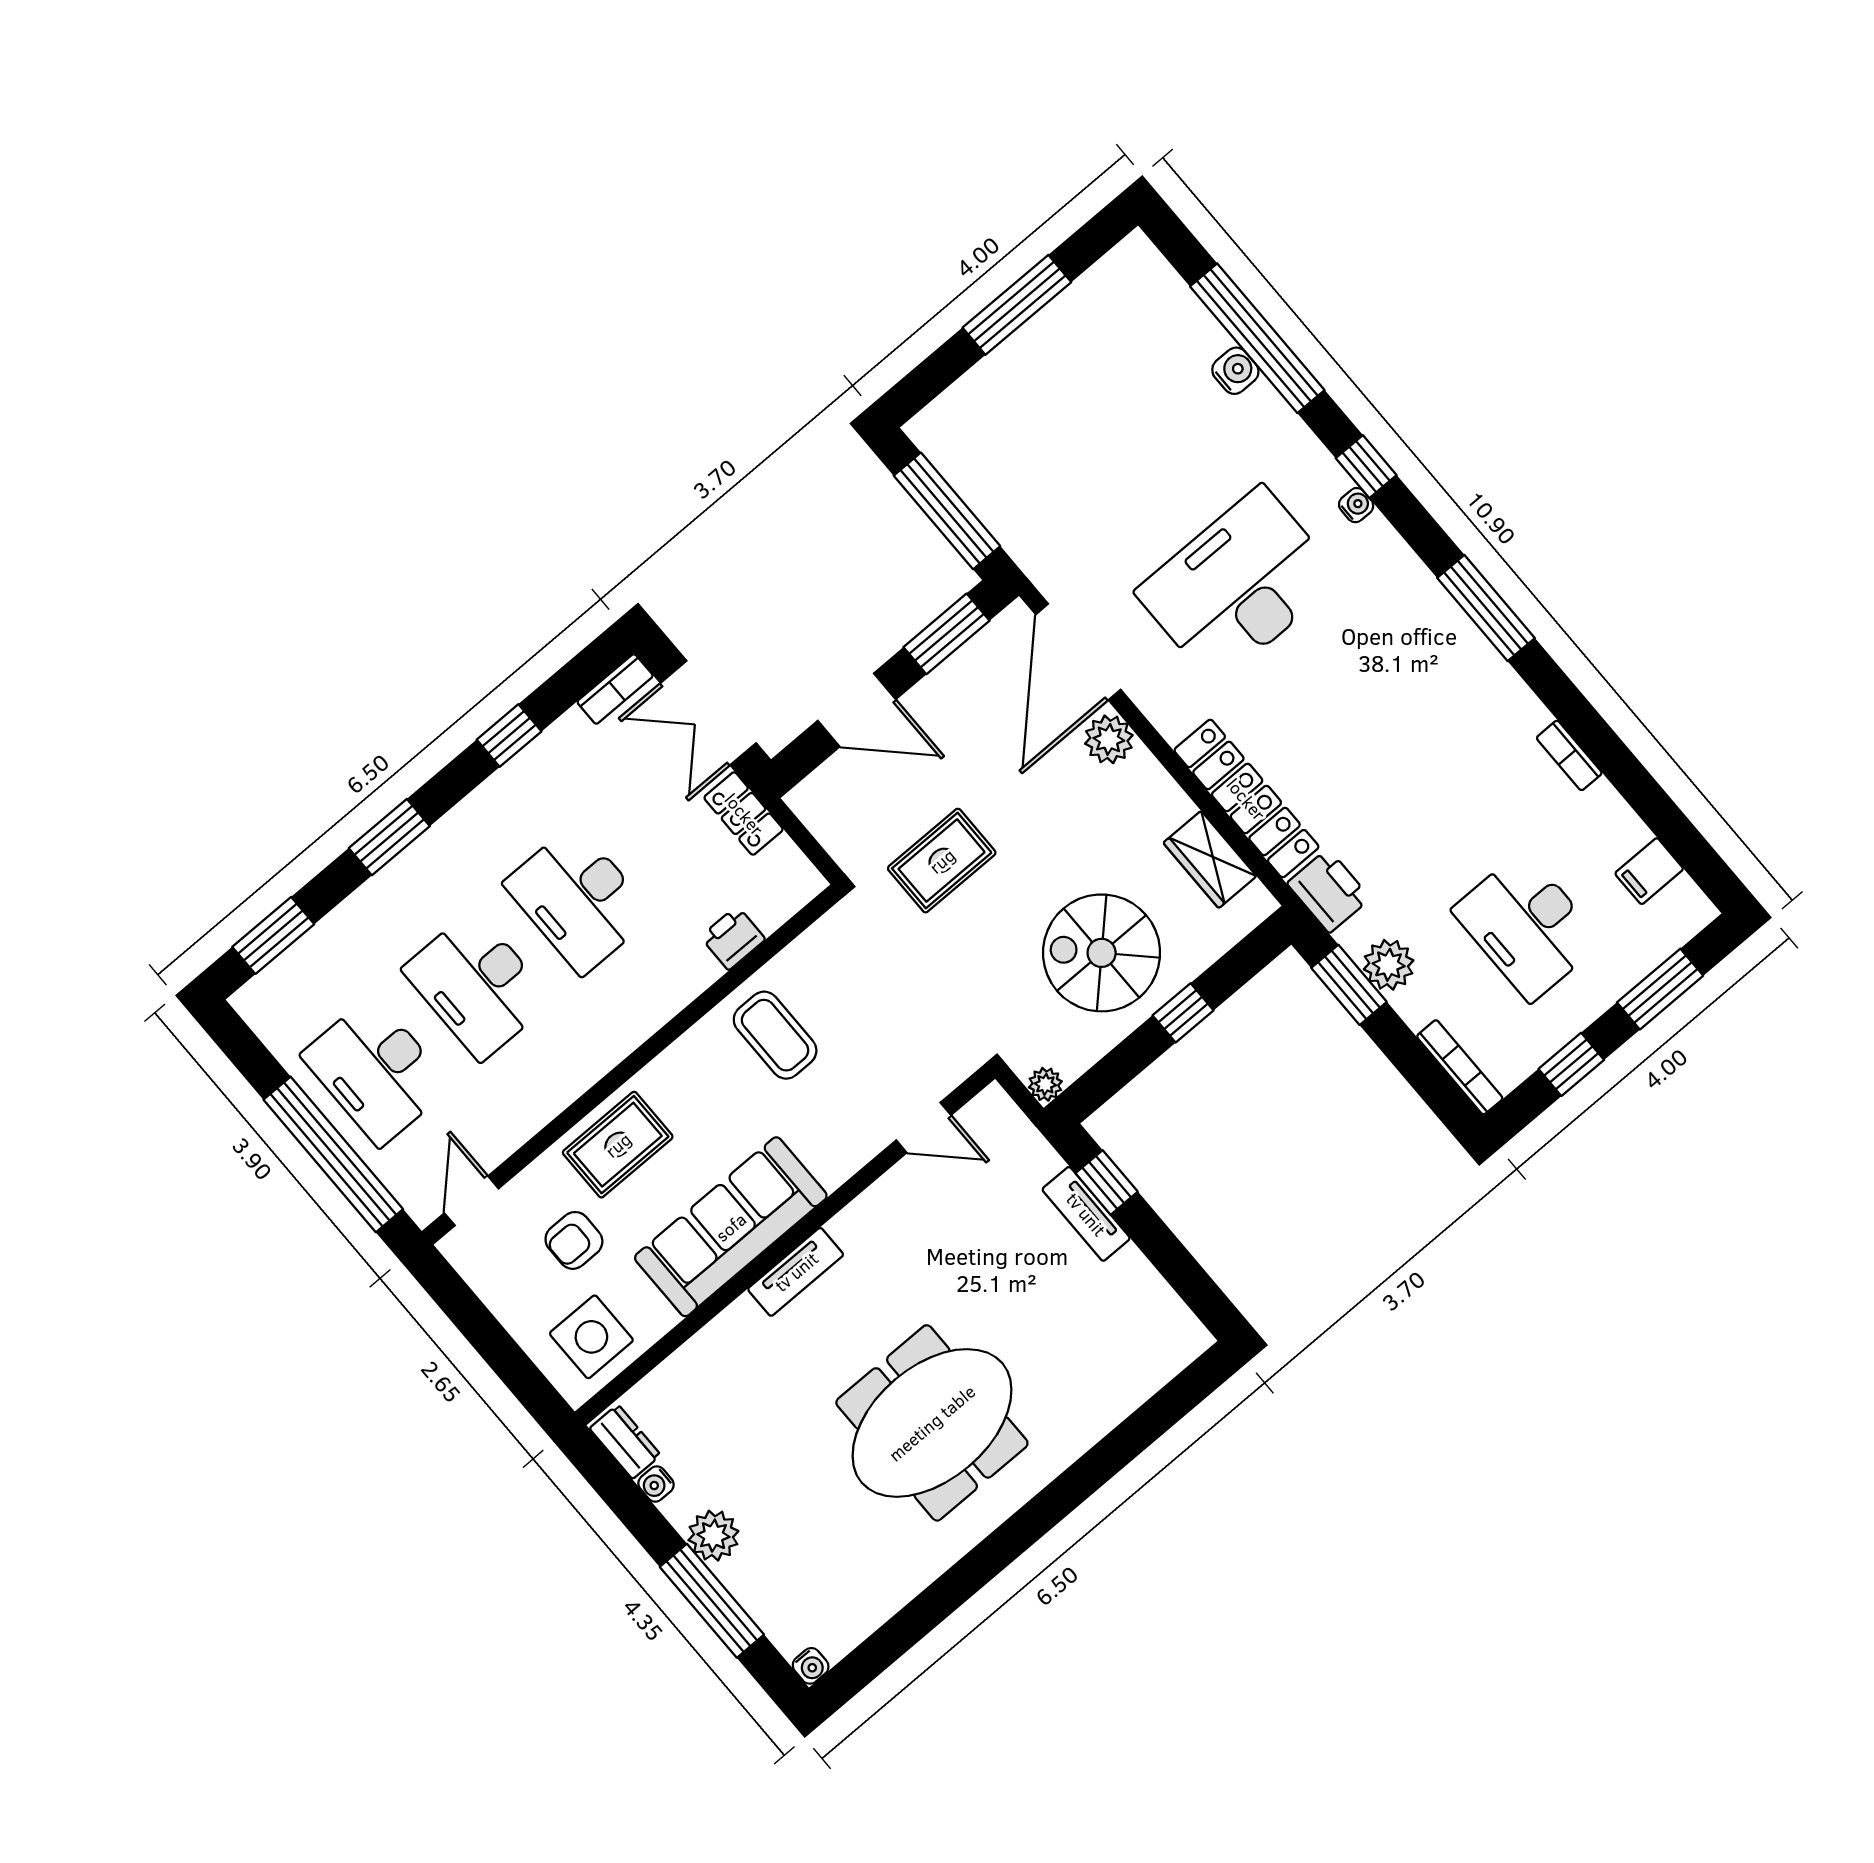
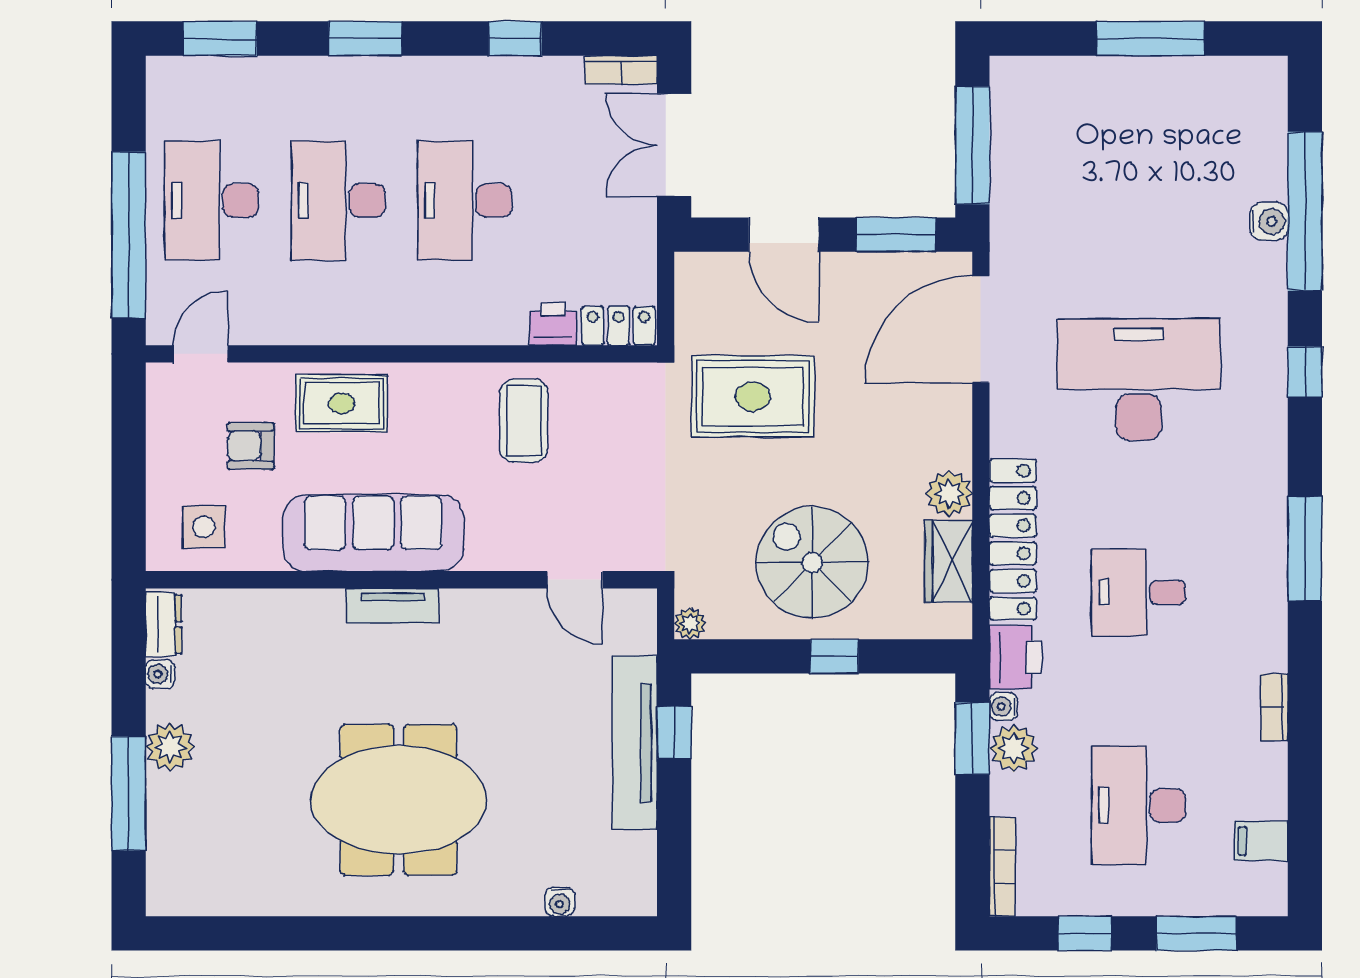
water cooler: (1356, 505) -> (1003, 707), moved, turned 180
plant: (1109, 739) -> (949, 494), moved
desk: (1383, 756) -> (1139, 592), added
locker: (744, 814) -> (618, 326), moved, turned 90
rug: (942, 861) -> (753, 397), width x1.36, depth x1.43
tv unit: (1086, 1214) -> (635, 743), width x1.92, depth x1.29
side table: (591, 1337) -> (204, 527), width x0.73, depth x0.73
water cooler: (811, 1666) -> (560, 902), moved

